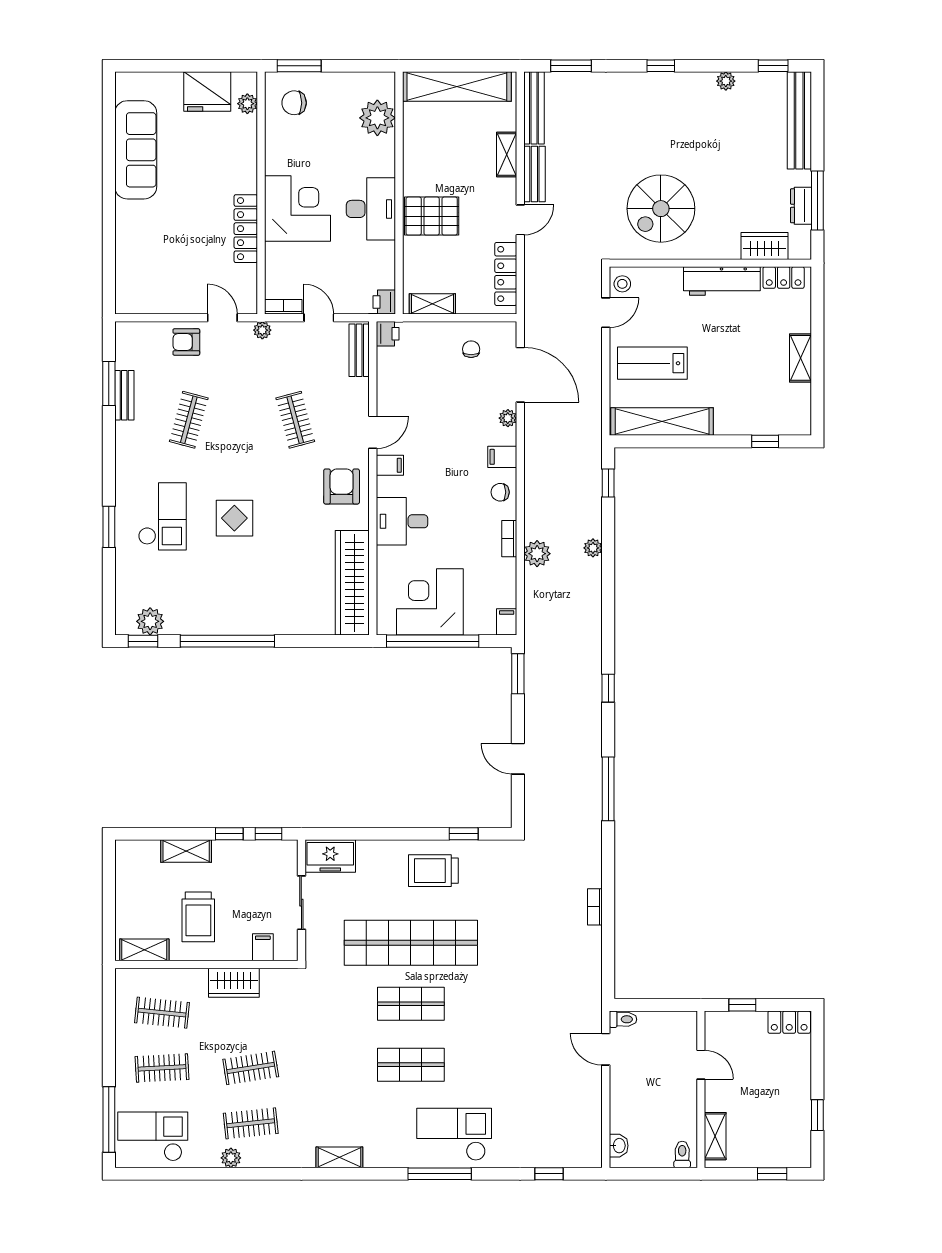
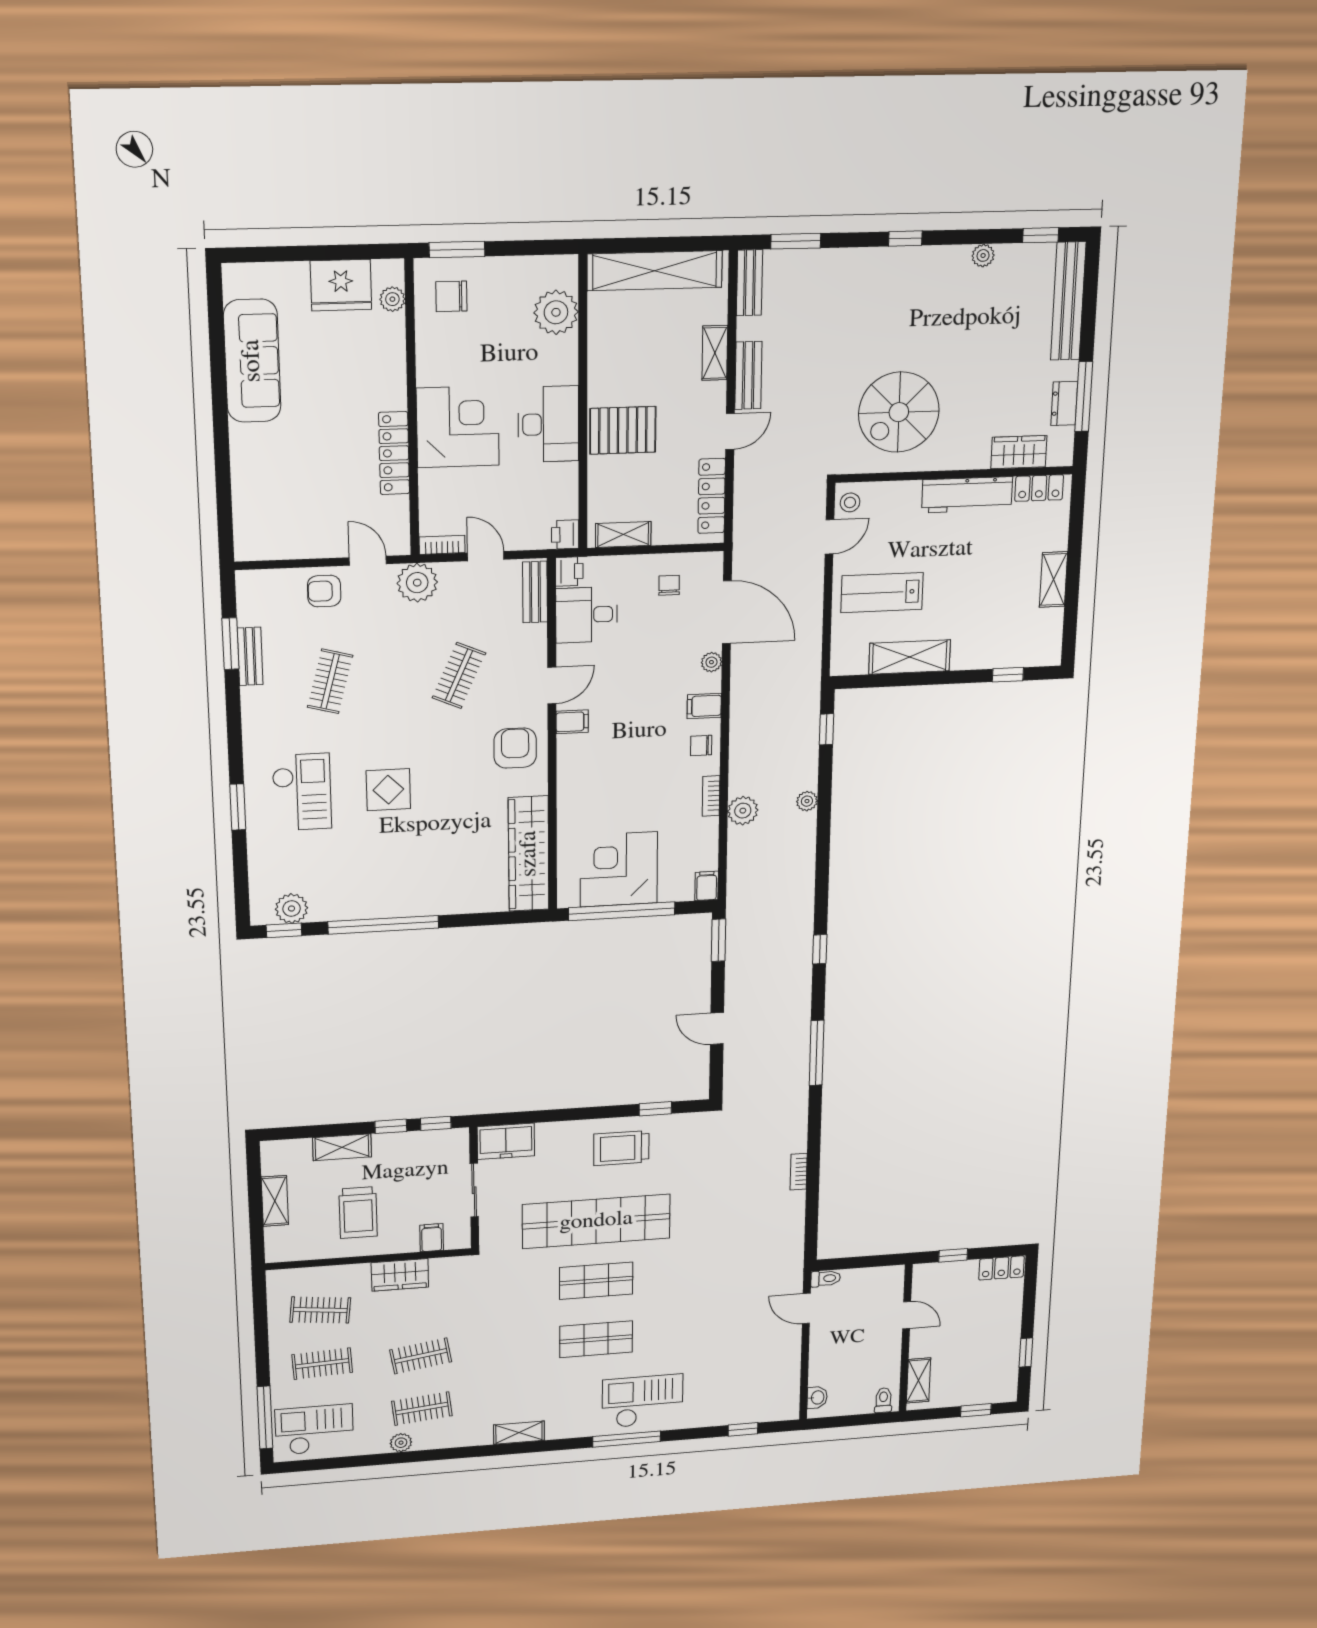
bench: (534, 108) -> (750, 283), width x0.73
plant: (262, 330) -> (417, 583), width x1.87, depth x1.87
clothes rail: (295, 420) -> (459, 675), turned 39
shelving: (662, 422) -> (910, 657), width x0.68
desk: (402, 521) -> (587, 615), moved
shelving: (144, 950) -> (275, 1201), moved, turned 90

